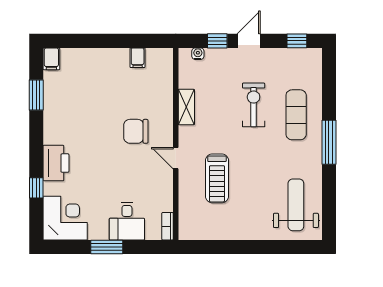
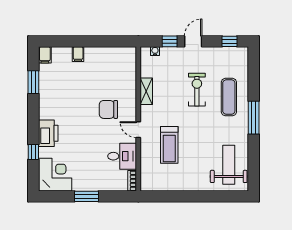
filing cabinet: (138, 58) -> (78, 54), moved
desk: (127, 221) -> (122, 156), moved, turned -90

